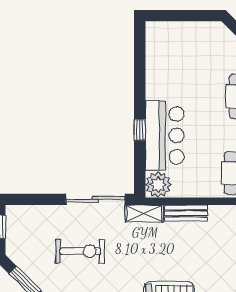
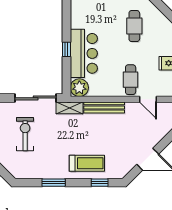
bench: (186, 213) -> (104, 107), width x1.36
exercise bike: (80, 251) -> (25, 134), turned -90

